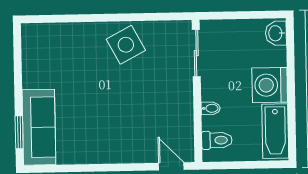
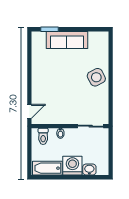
washbasin: (276, 33) -> (89, 170), moved
side table: (126, 45) -> (96, 77), moved
sofa: (39, 127) -> (67, 40), moved

